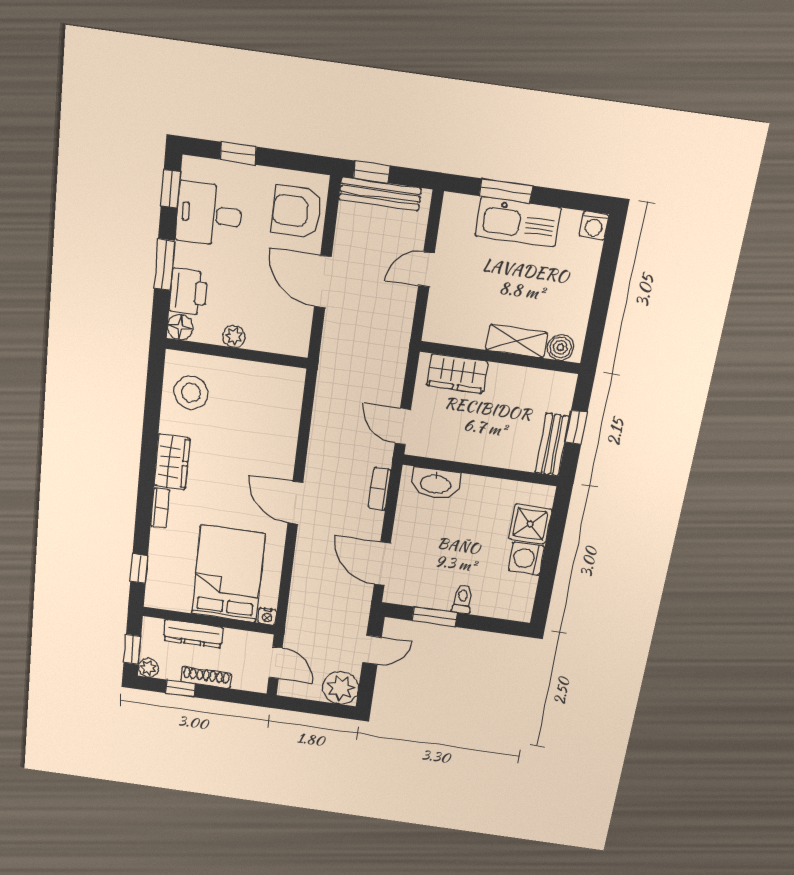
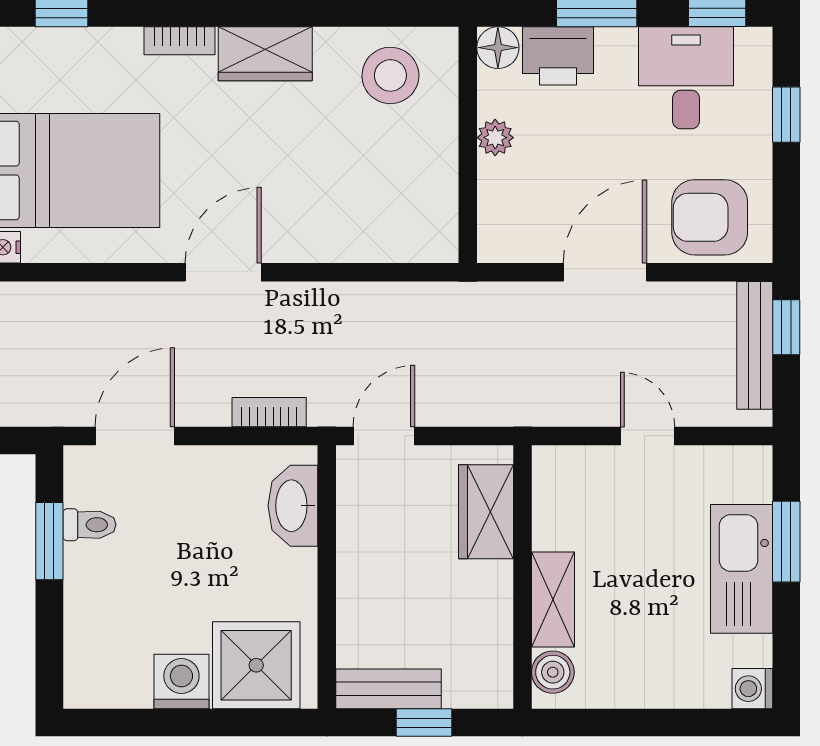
armchair: (297, 211) -> (710, 217), turned -90
shower: (530, 524) -> (256, 665), width x1.36, depth x1.36
toilet: (462, 599) -> (89, 525), moved

